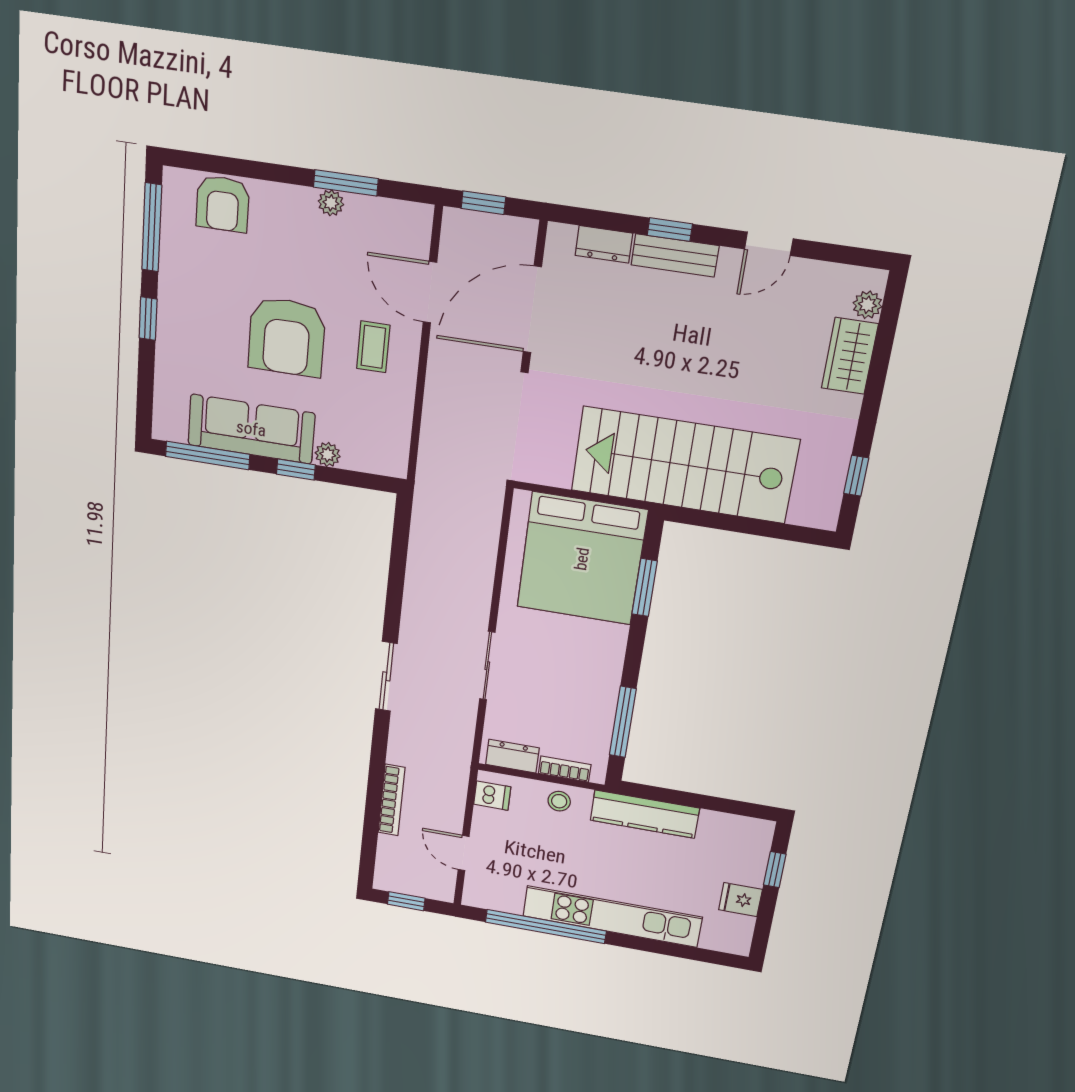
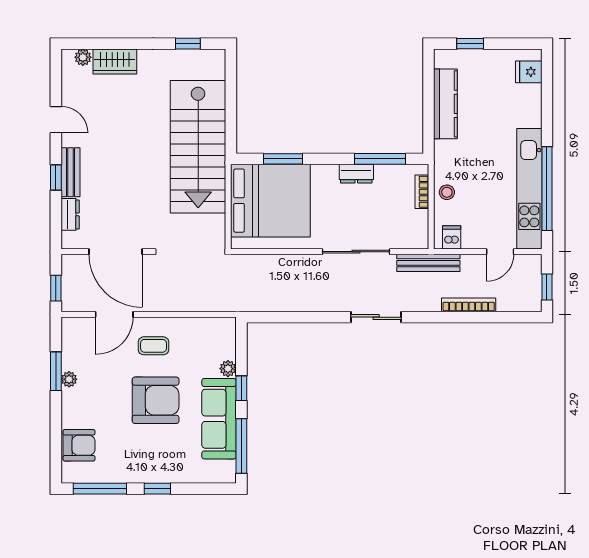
sliding door: (487, 666) -> (356, 252), width x1.37
dresser: (512, 756) -> (356, 174), moved, turned -90
bench: (459, 759) -> (428, 263), added
kitchen counter: (645, 814) -> (445, 104), moved
fridge: (740, 900) -> (529, 72), moved, turned 90
kitchen unit: (612, 917) -> (529, 189), moved

